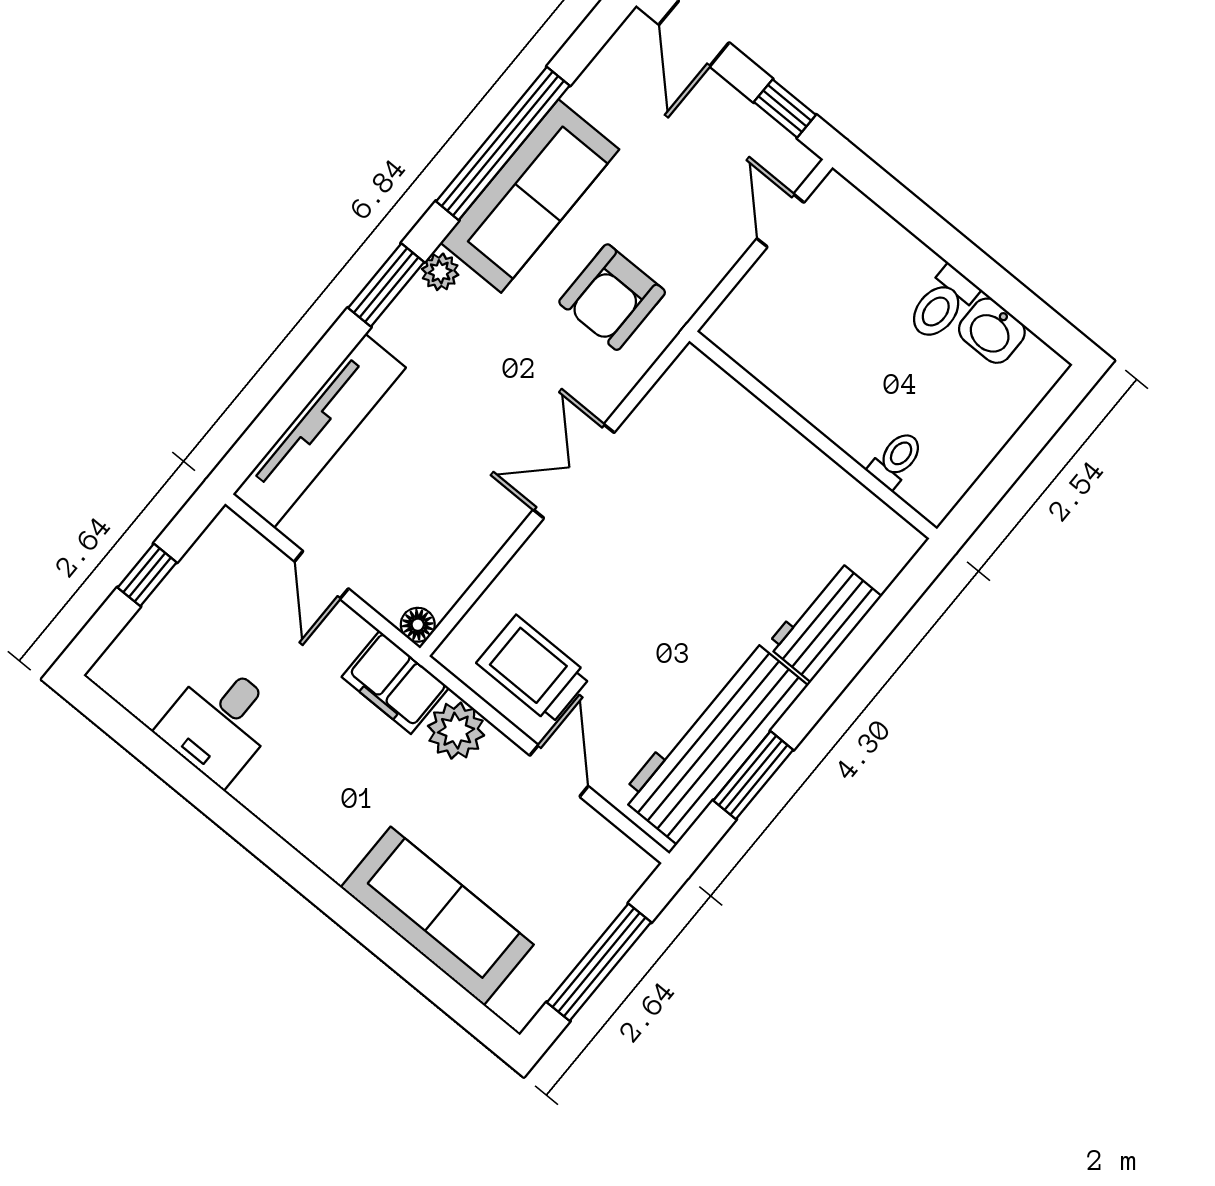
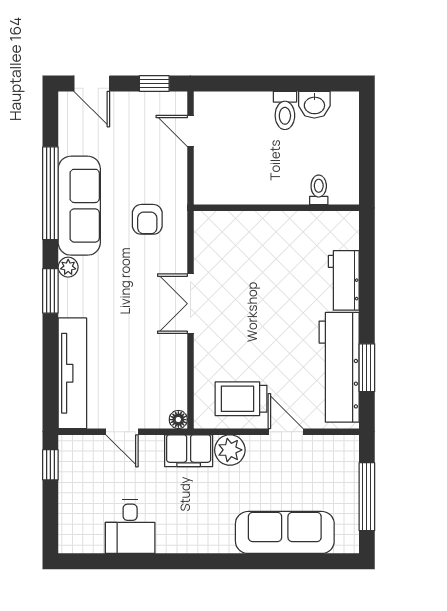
armchair: (612, 297) -> (147, 219), width x0.72, depth x0.72
window: (147, 575) -> (50, 465), moved

